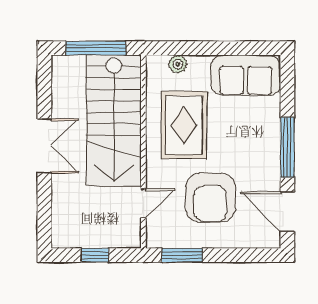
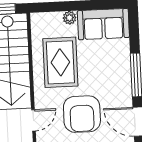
plant: (178, 64) -> (70, 18), moved

